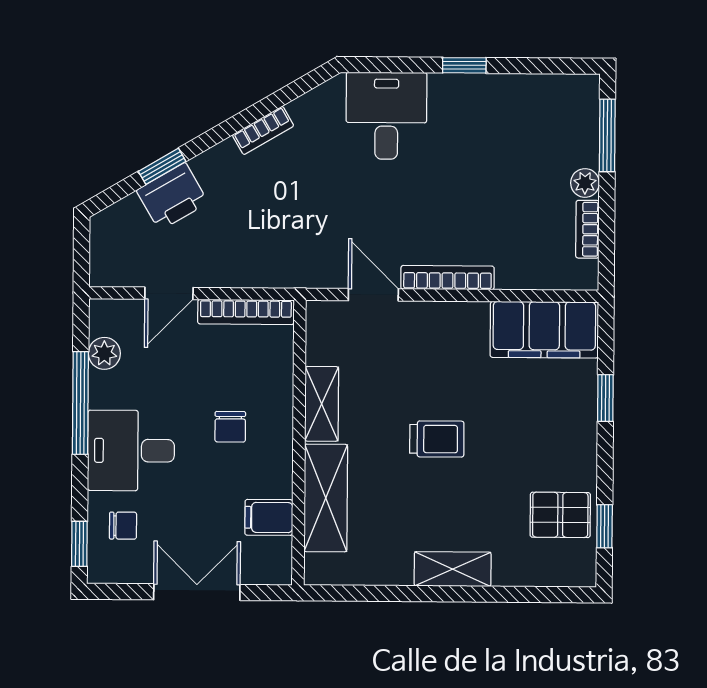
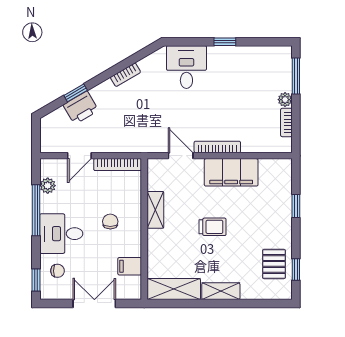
filing cabinet: (544, 330) -> (231, 172), moved
chair: (230, 427) -> (110, 222), turned 180
shelving: (326, 498) -> (174, 289), moved, turned 90
pallet: (560, 515) -> (274, 264), turned 90

